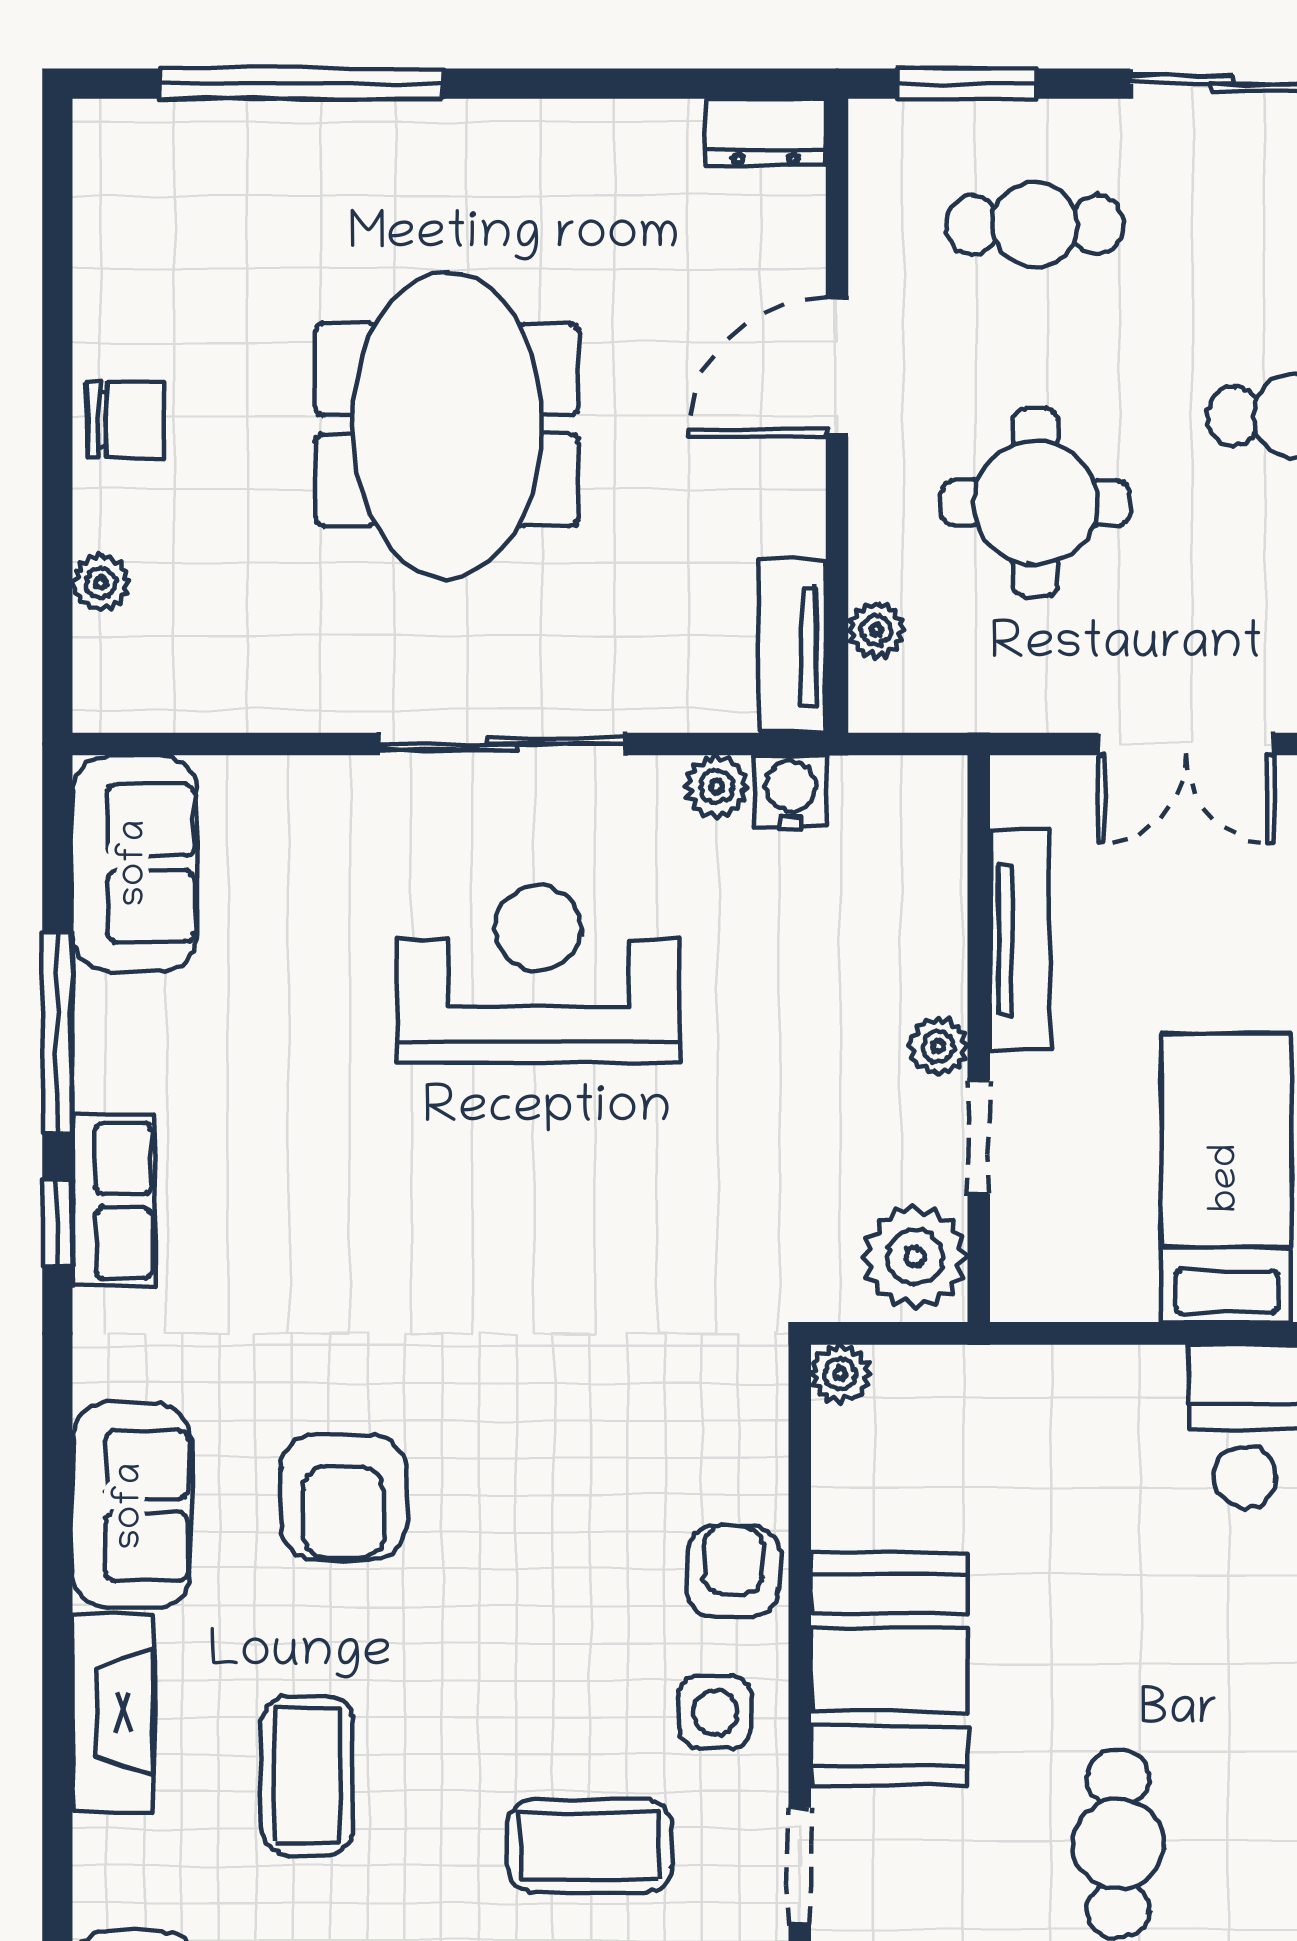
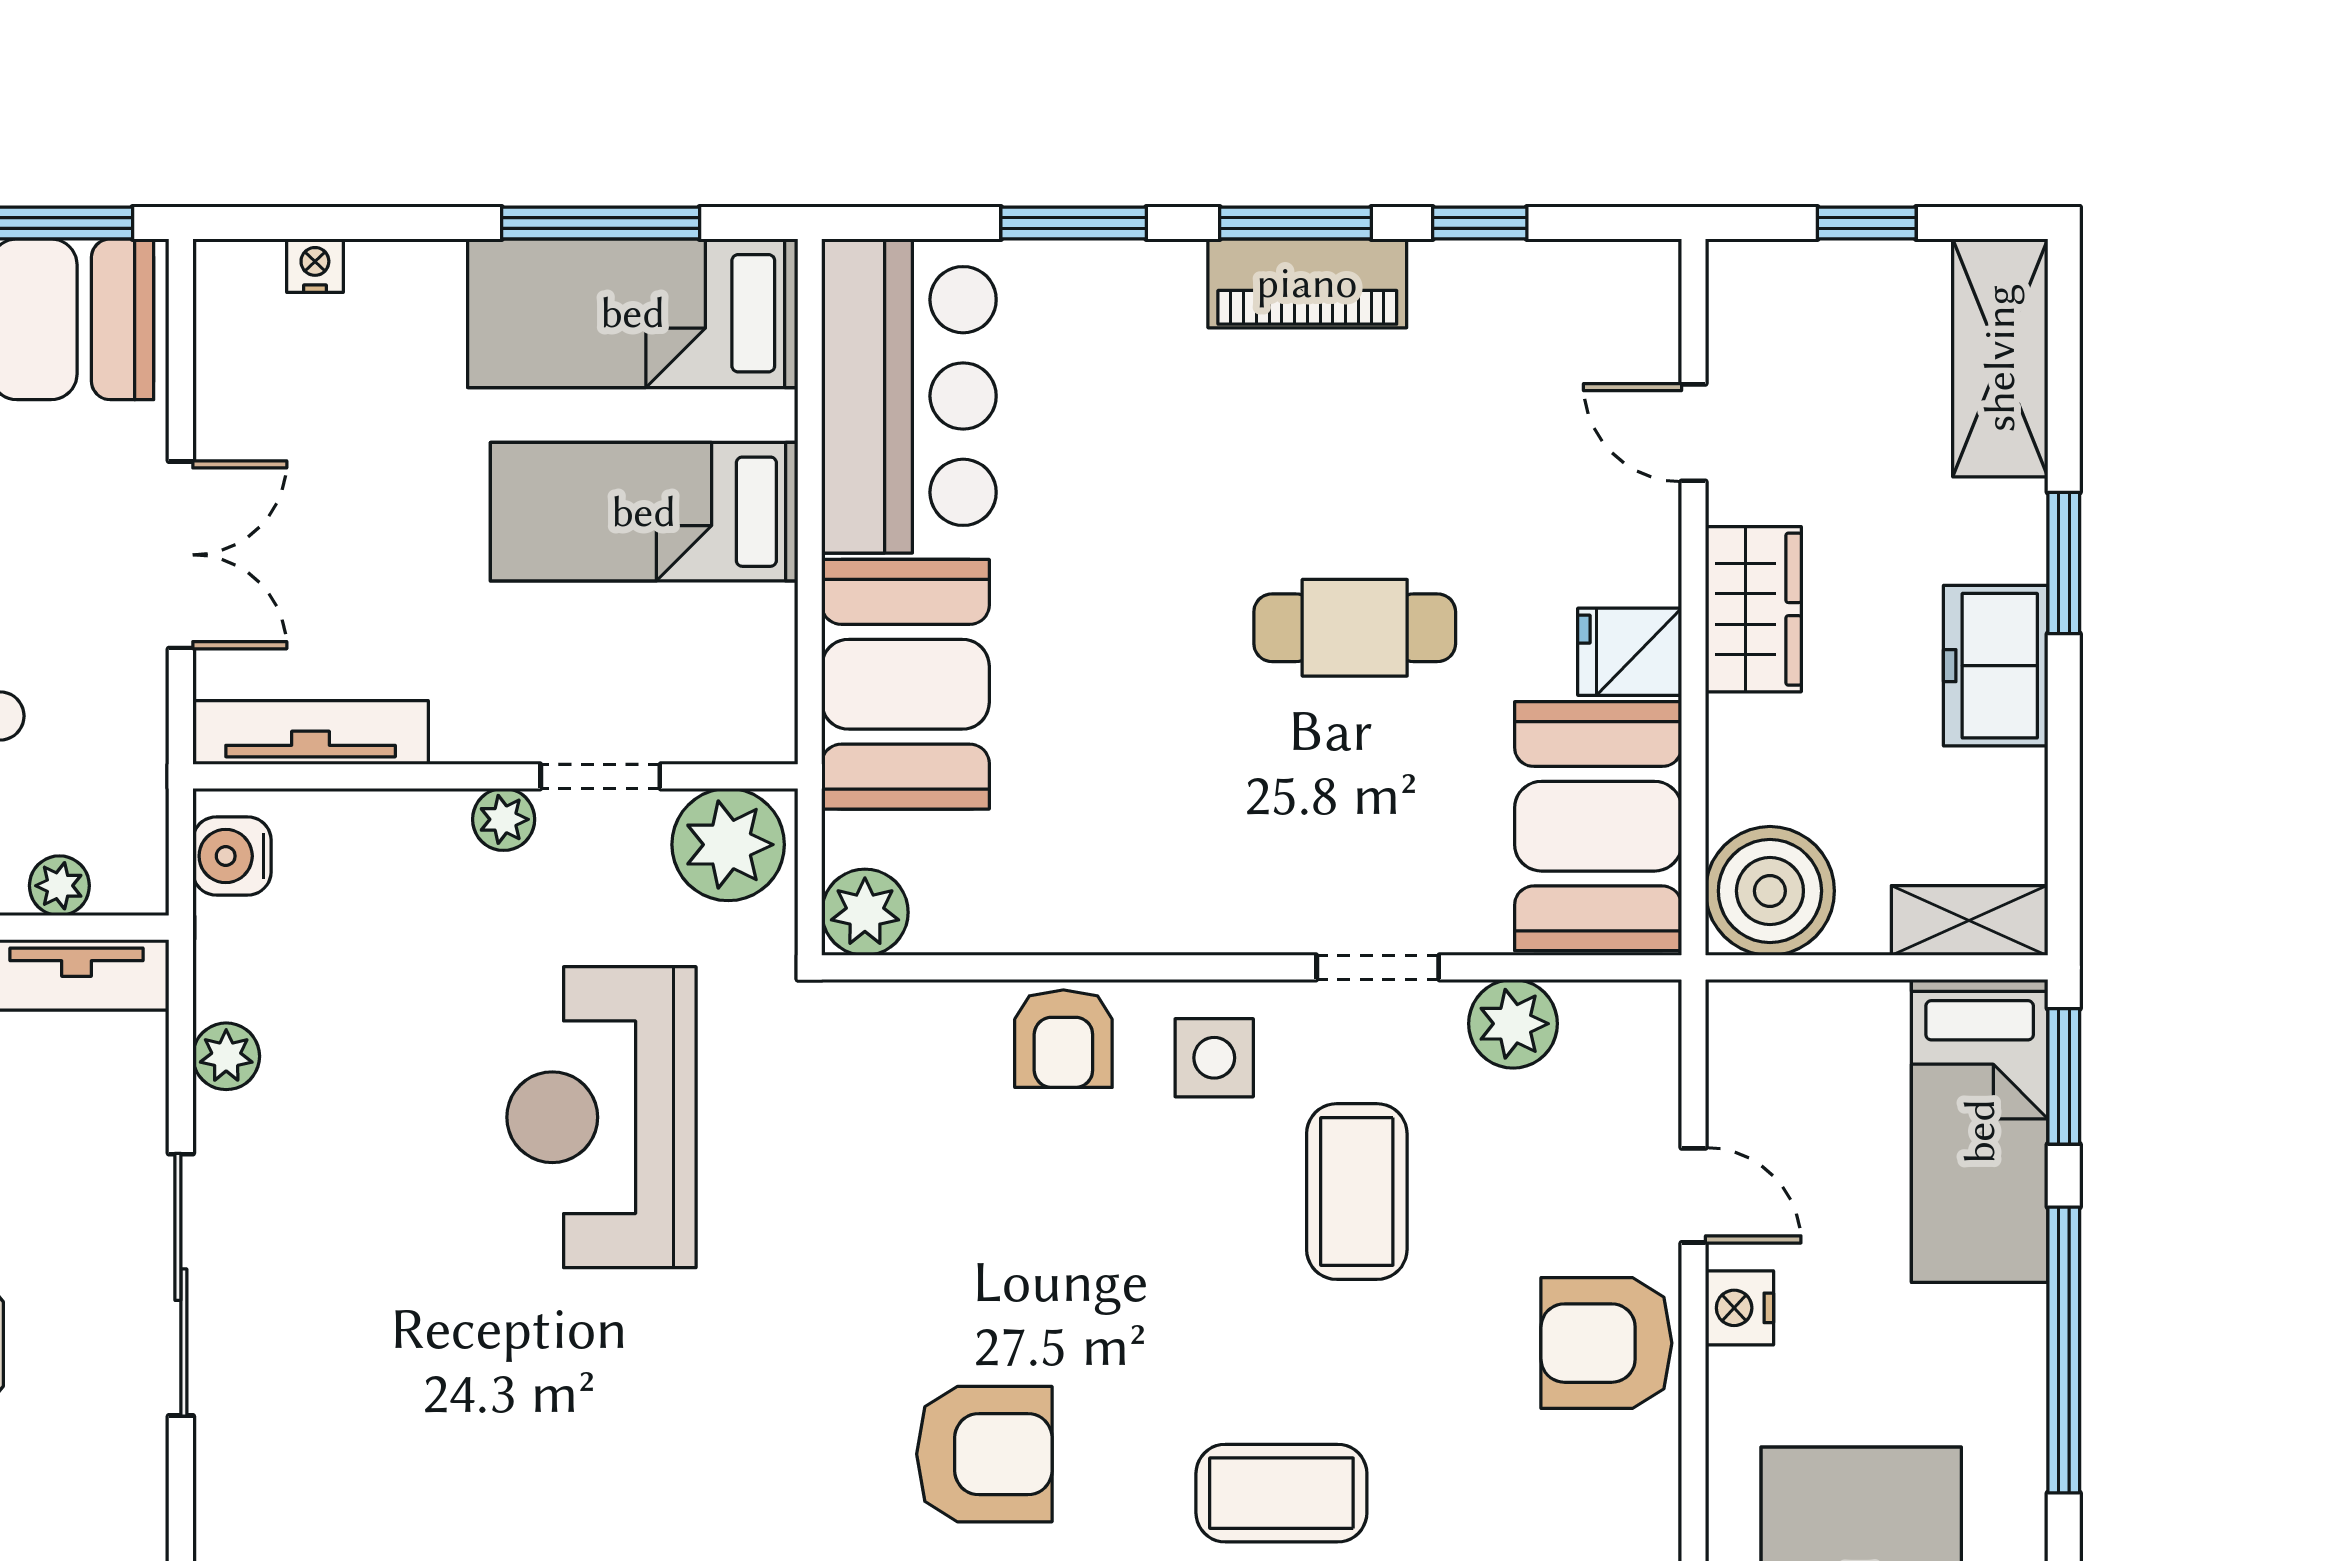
water cooler: (790, 792) -> (232, 856), moved
tv unit: (1020, 940) -> (311, 733), moved
reception desk: (538, 974) -> (601, 1117), moved
plant: (840, 1374) -> (865, 912), width x1.38, depth x1.38
armchair: (733, 1571) -> (1063, 1039), turned -90
booth: (889, 1670) -> (906, 684), moved, turned 90

